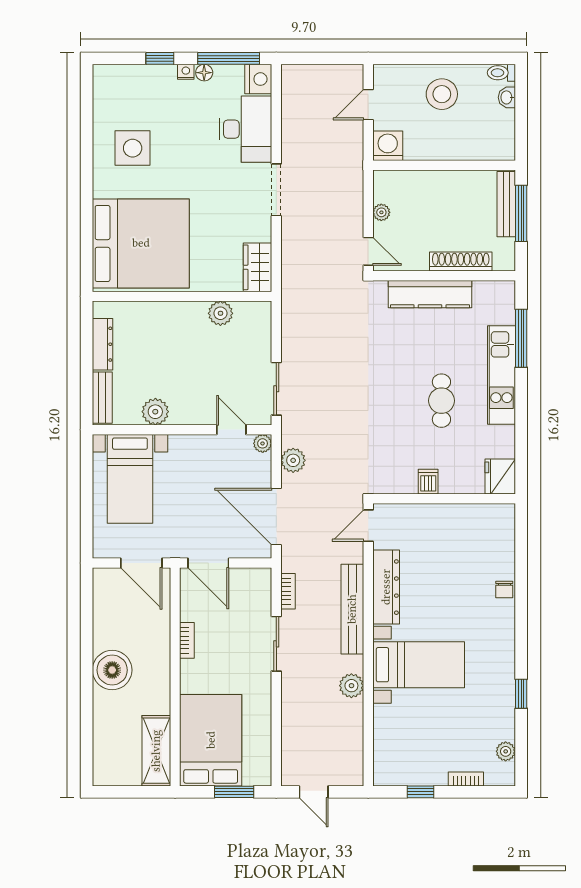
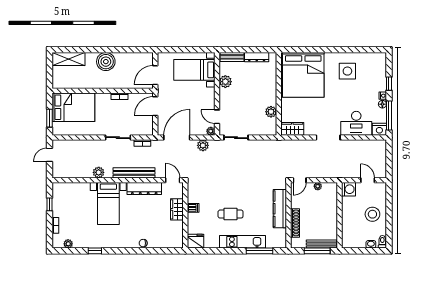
door: (231, 430) -> (217, 117), swing flipped
wardrobe: (431, 517) -> (177, 209), added
shelving: (156, 751) -> (69, 59), moved

